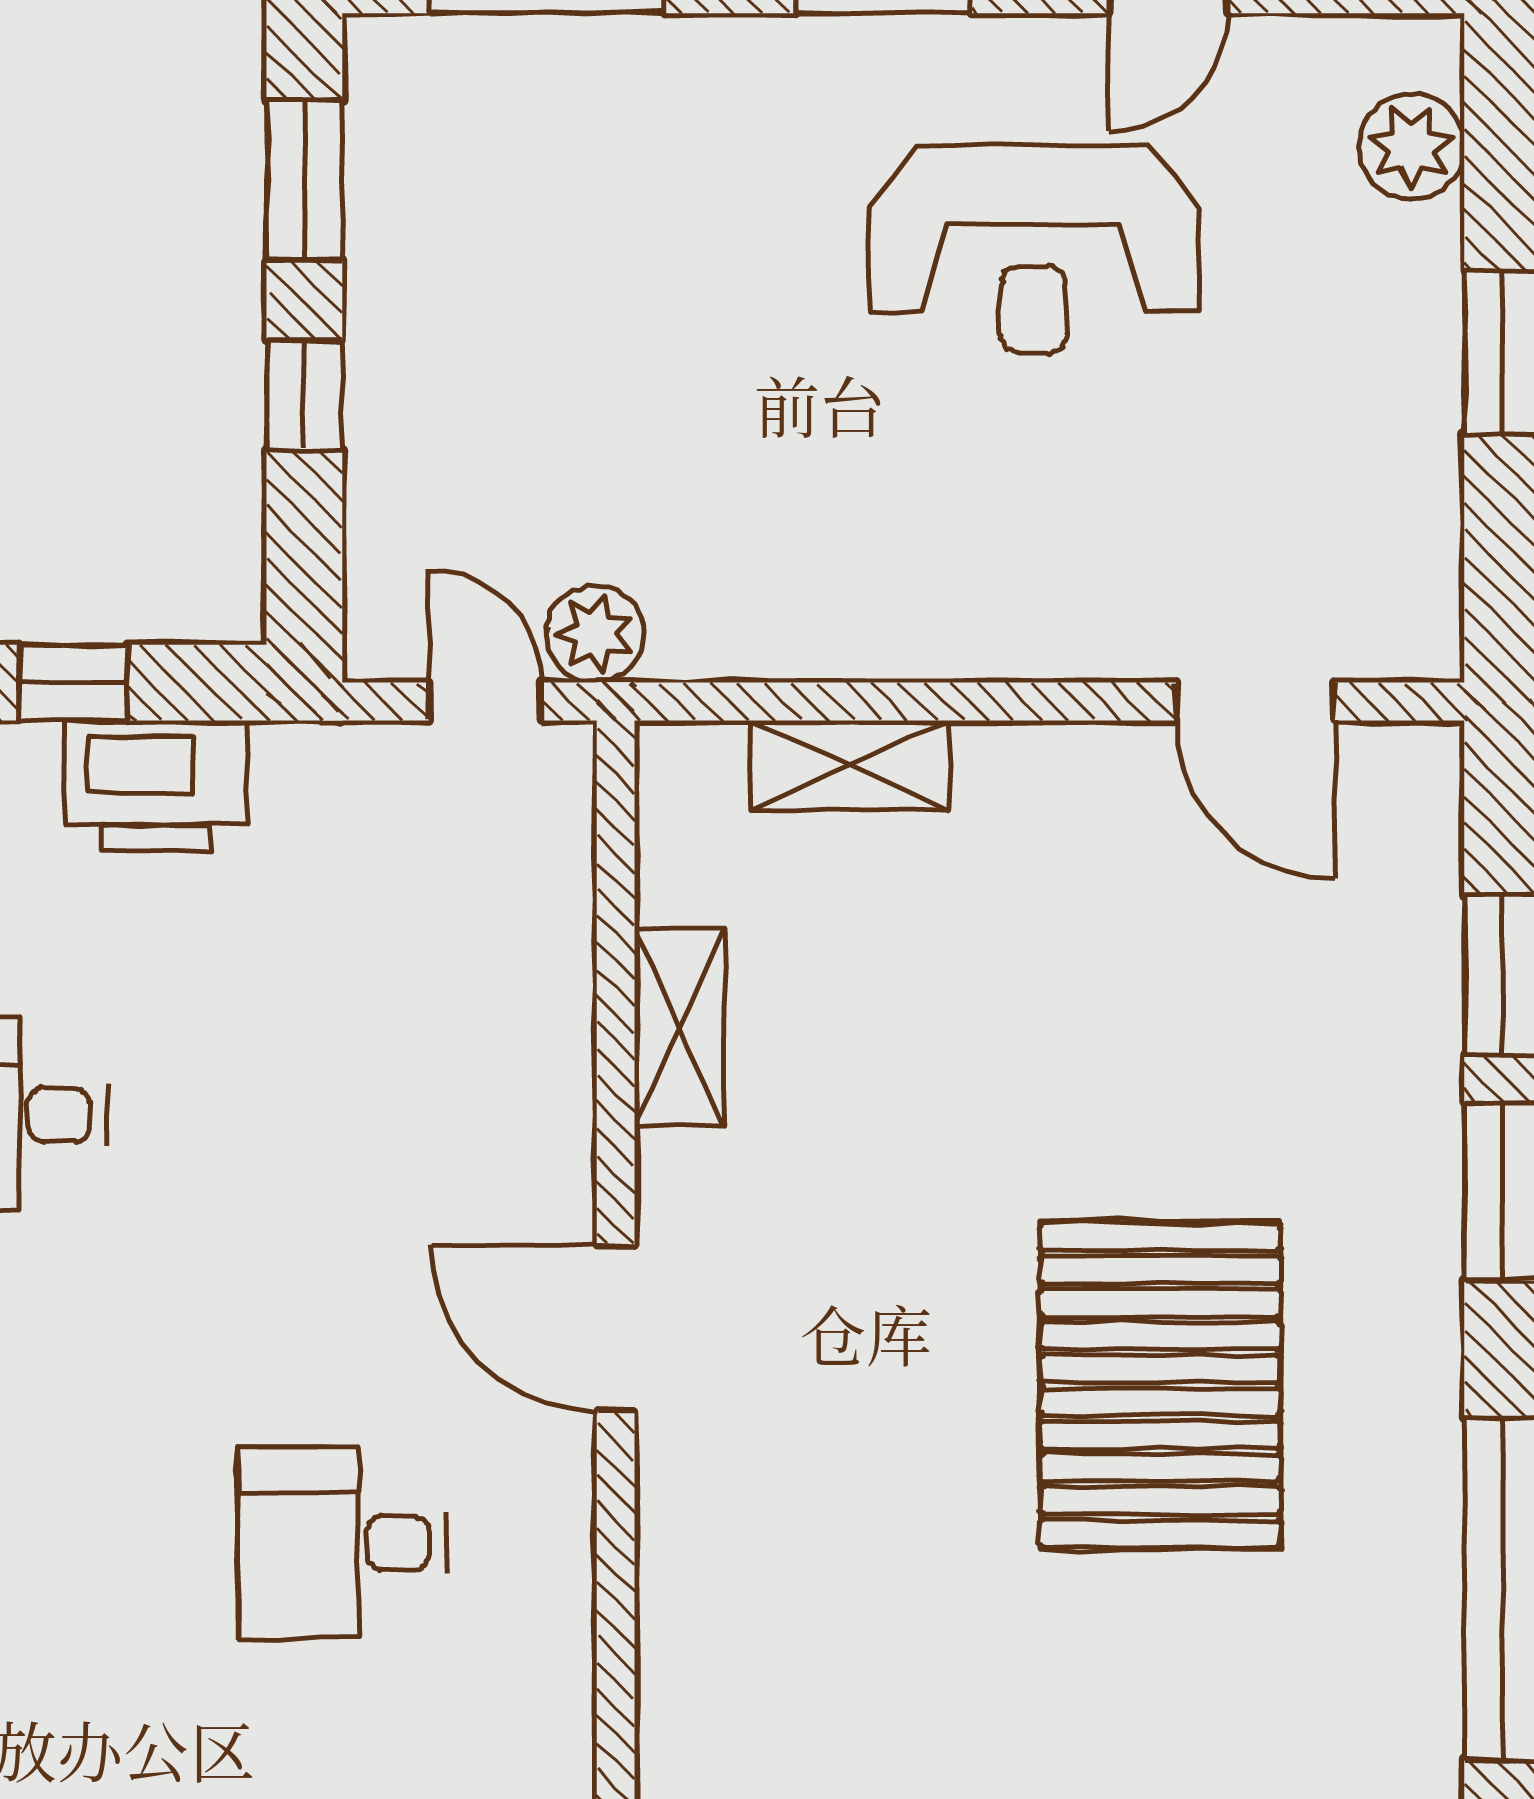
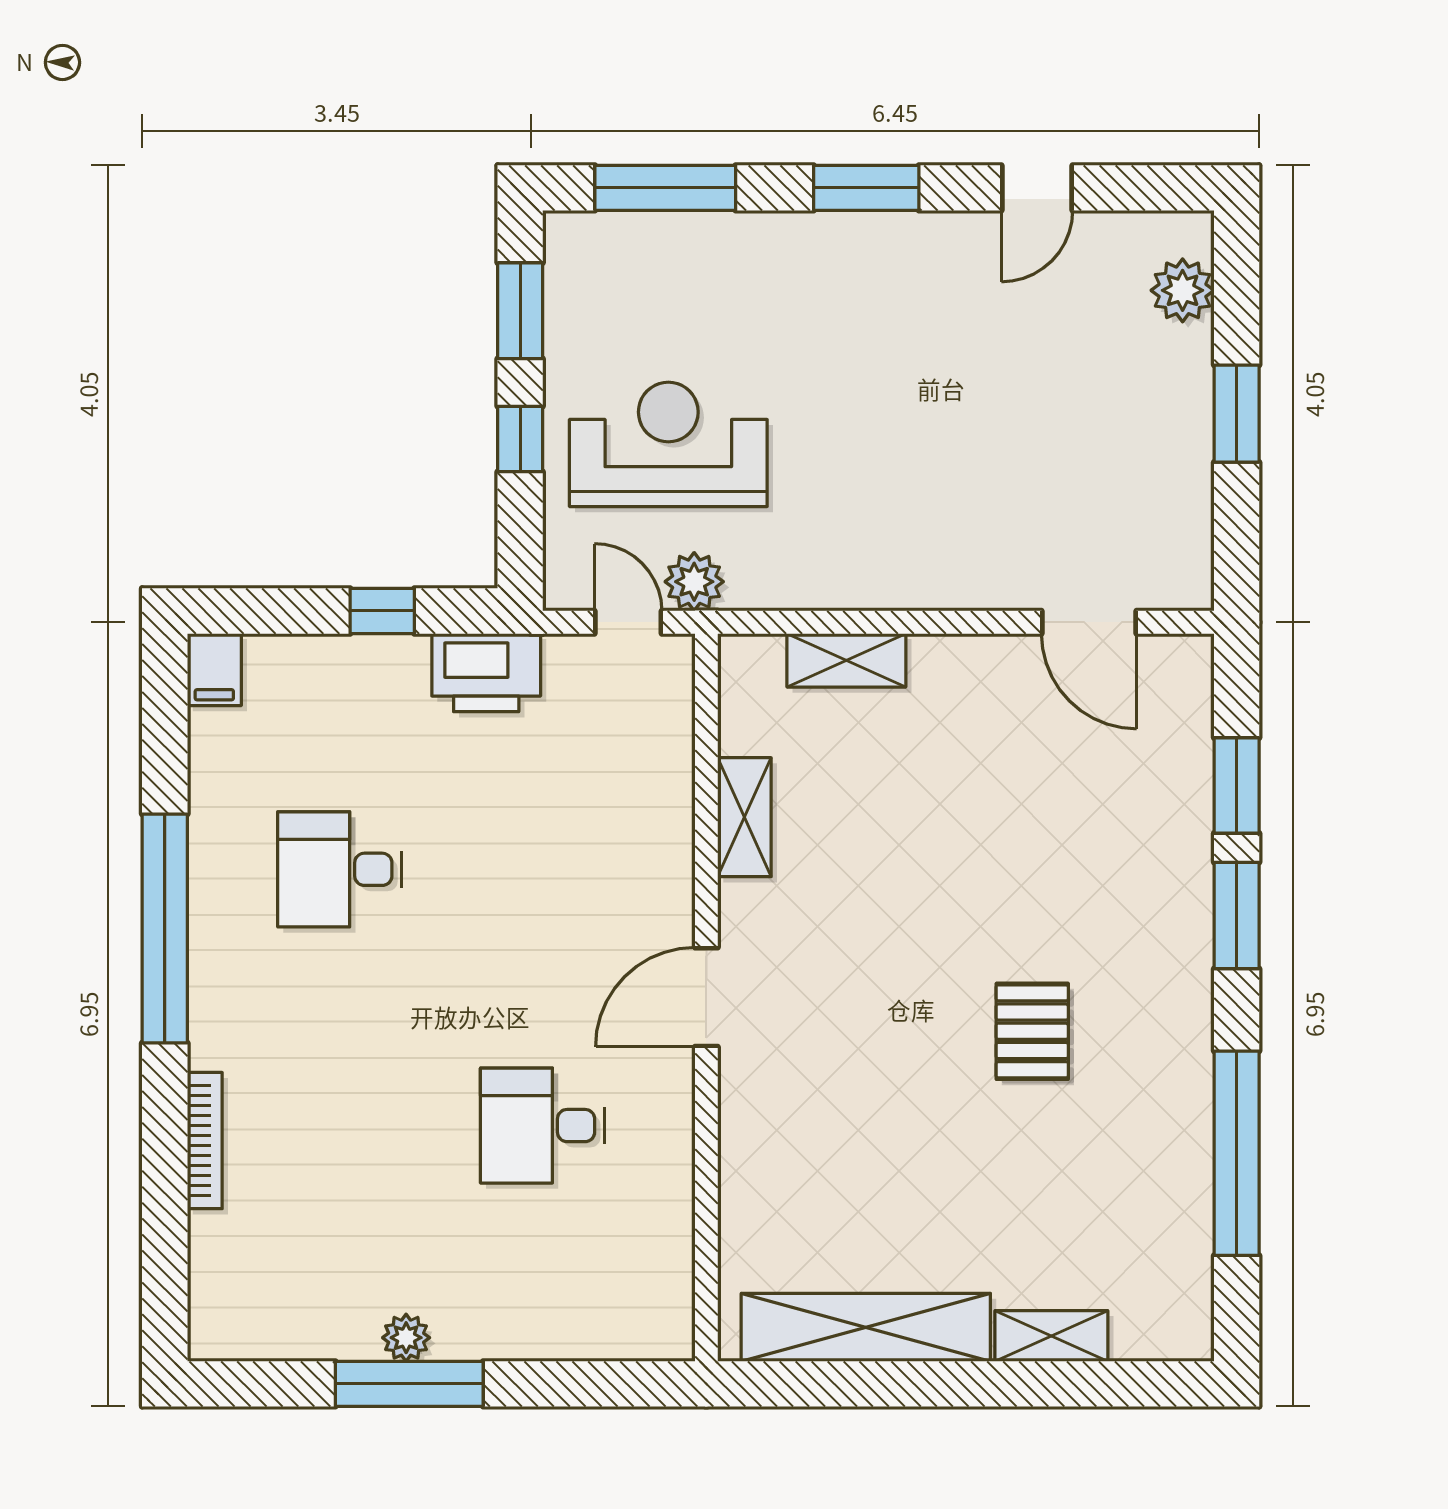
reception desk: (1033, 249) -> (668, 444), moved, turned 180
printer: (156, 786) -> (486, 673), moved
door: (616, 1328) -> (706, 997), hinge flipped
pallet: (1160, 1385) -> (1032, 1031), width x0.49, depth x0.50

